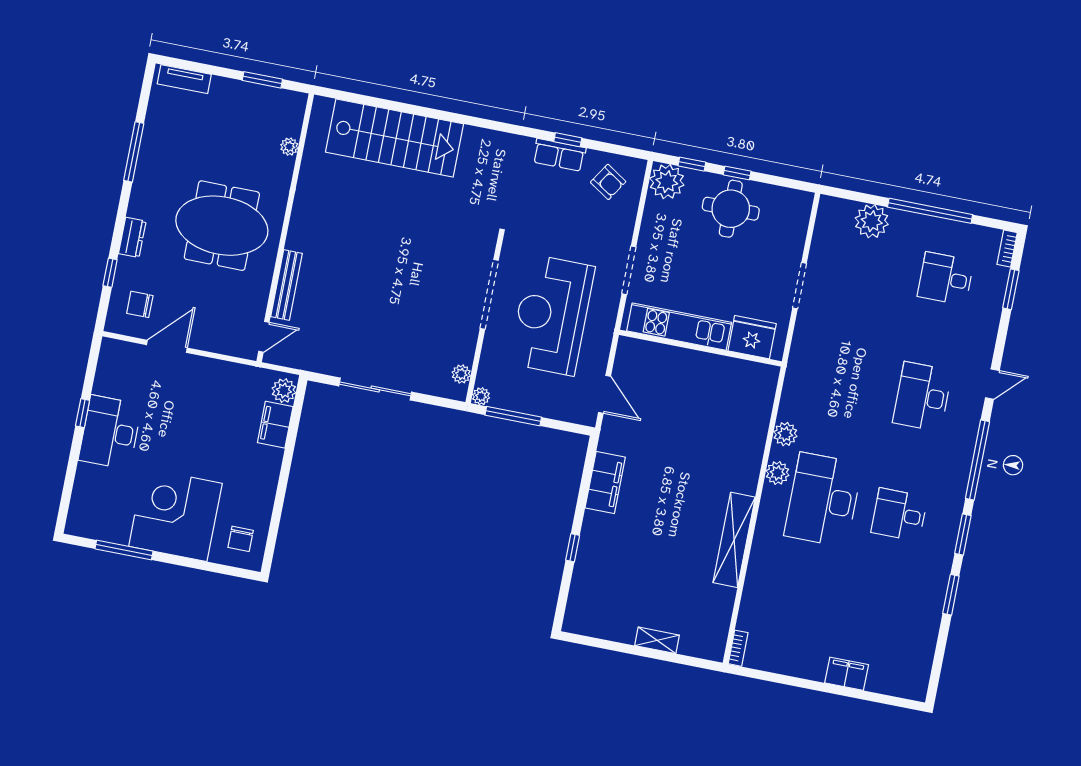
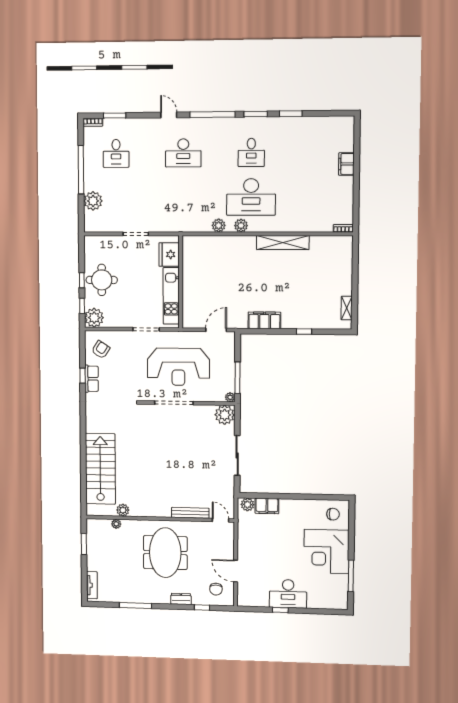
plant: (312, 164) -> (123, 510), added
plant: (461, 374) -> (225, 415), width x1.88, depth x1.88
shelving: (657, 640) -> (347, 308), moved

